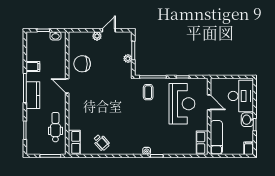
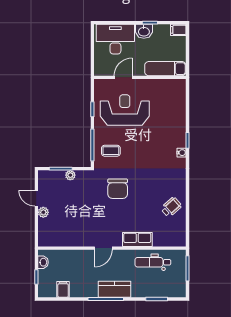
chair: (82, 64) -> (118, 189), moved
filing cabinet: (33, 67) -> (63, 289), moved
row of seats: (74, 142) -> (137, 240), moved
row of seats: (202, 143) -> (172, 86), removed

